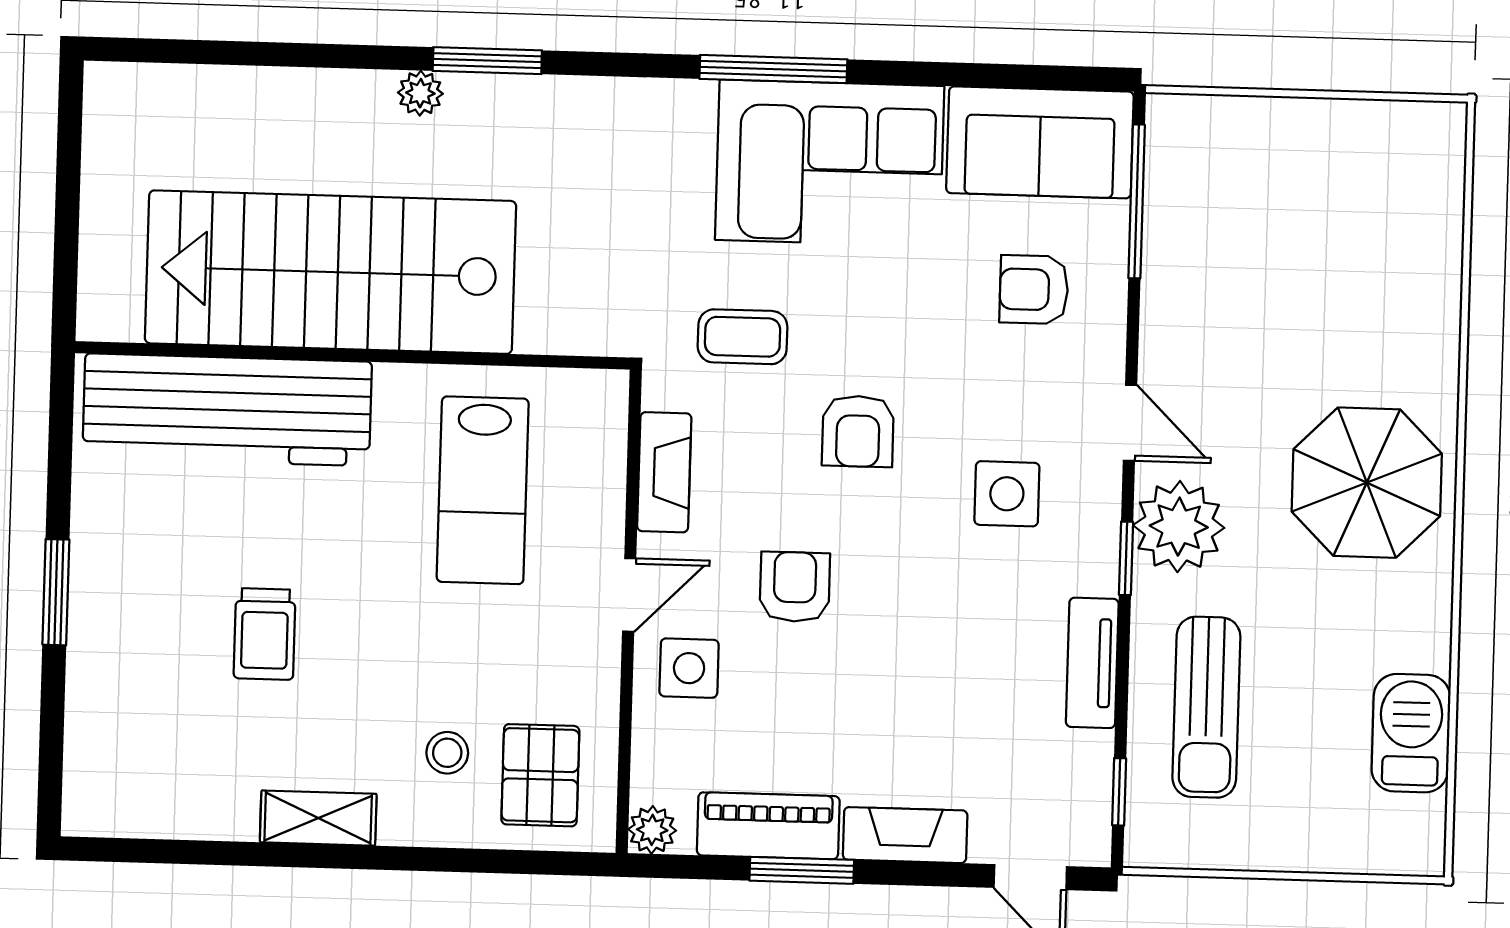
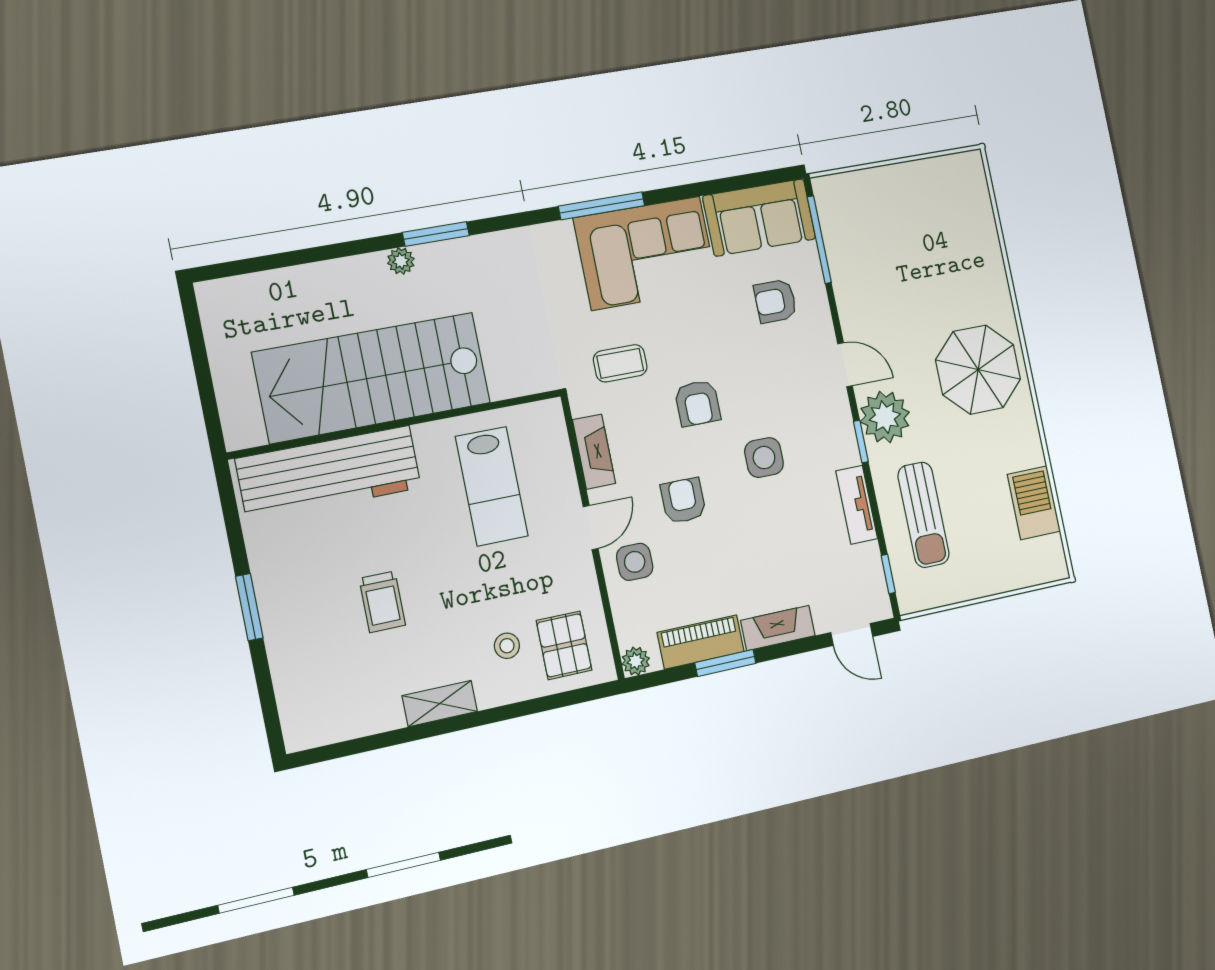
side table: (1007, 494) -> (764, 458), moved

